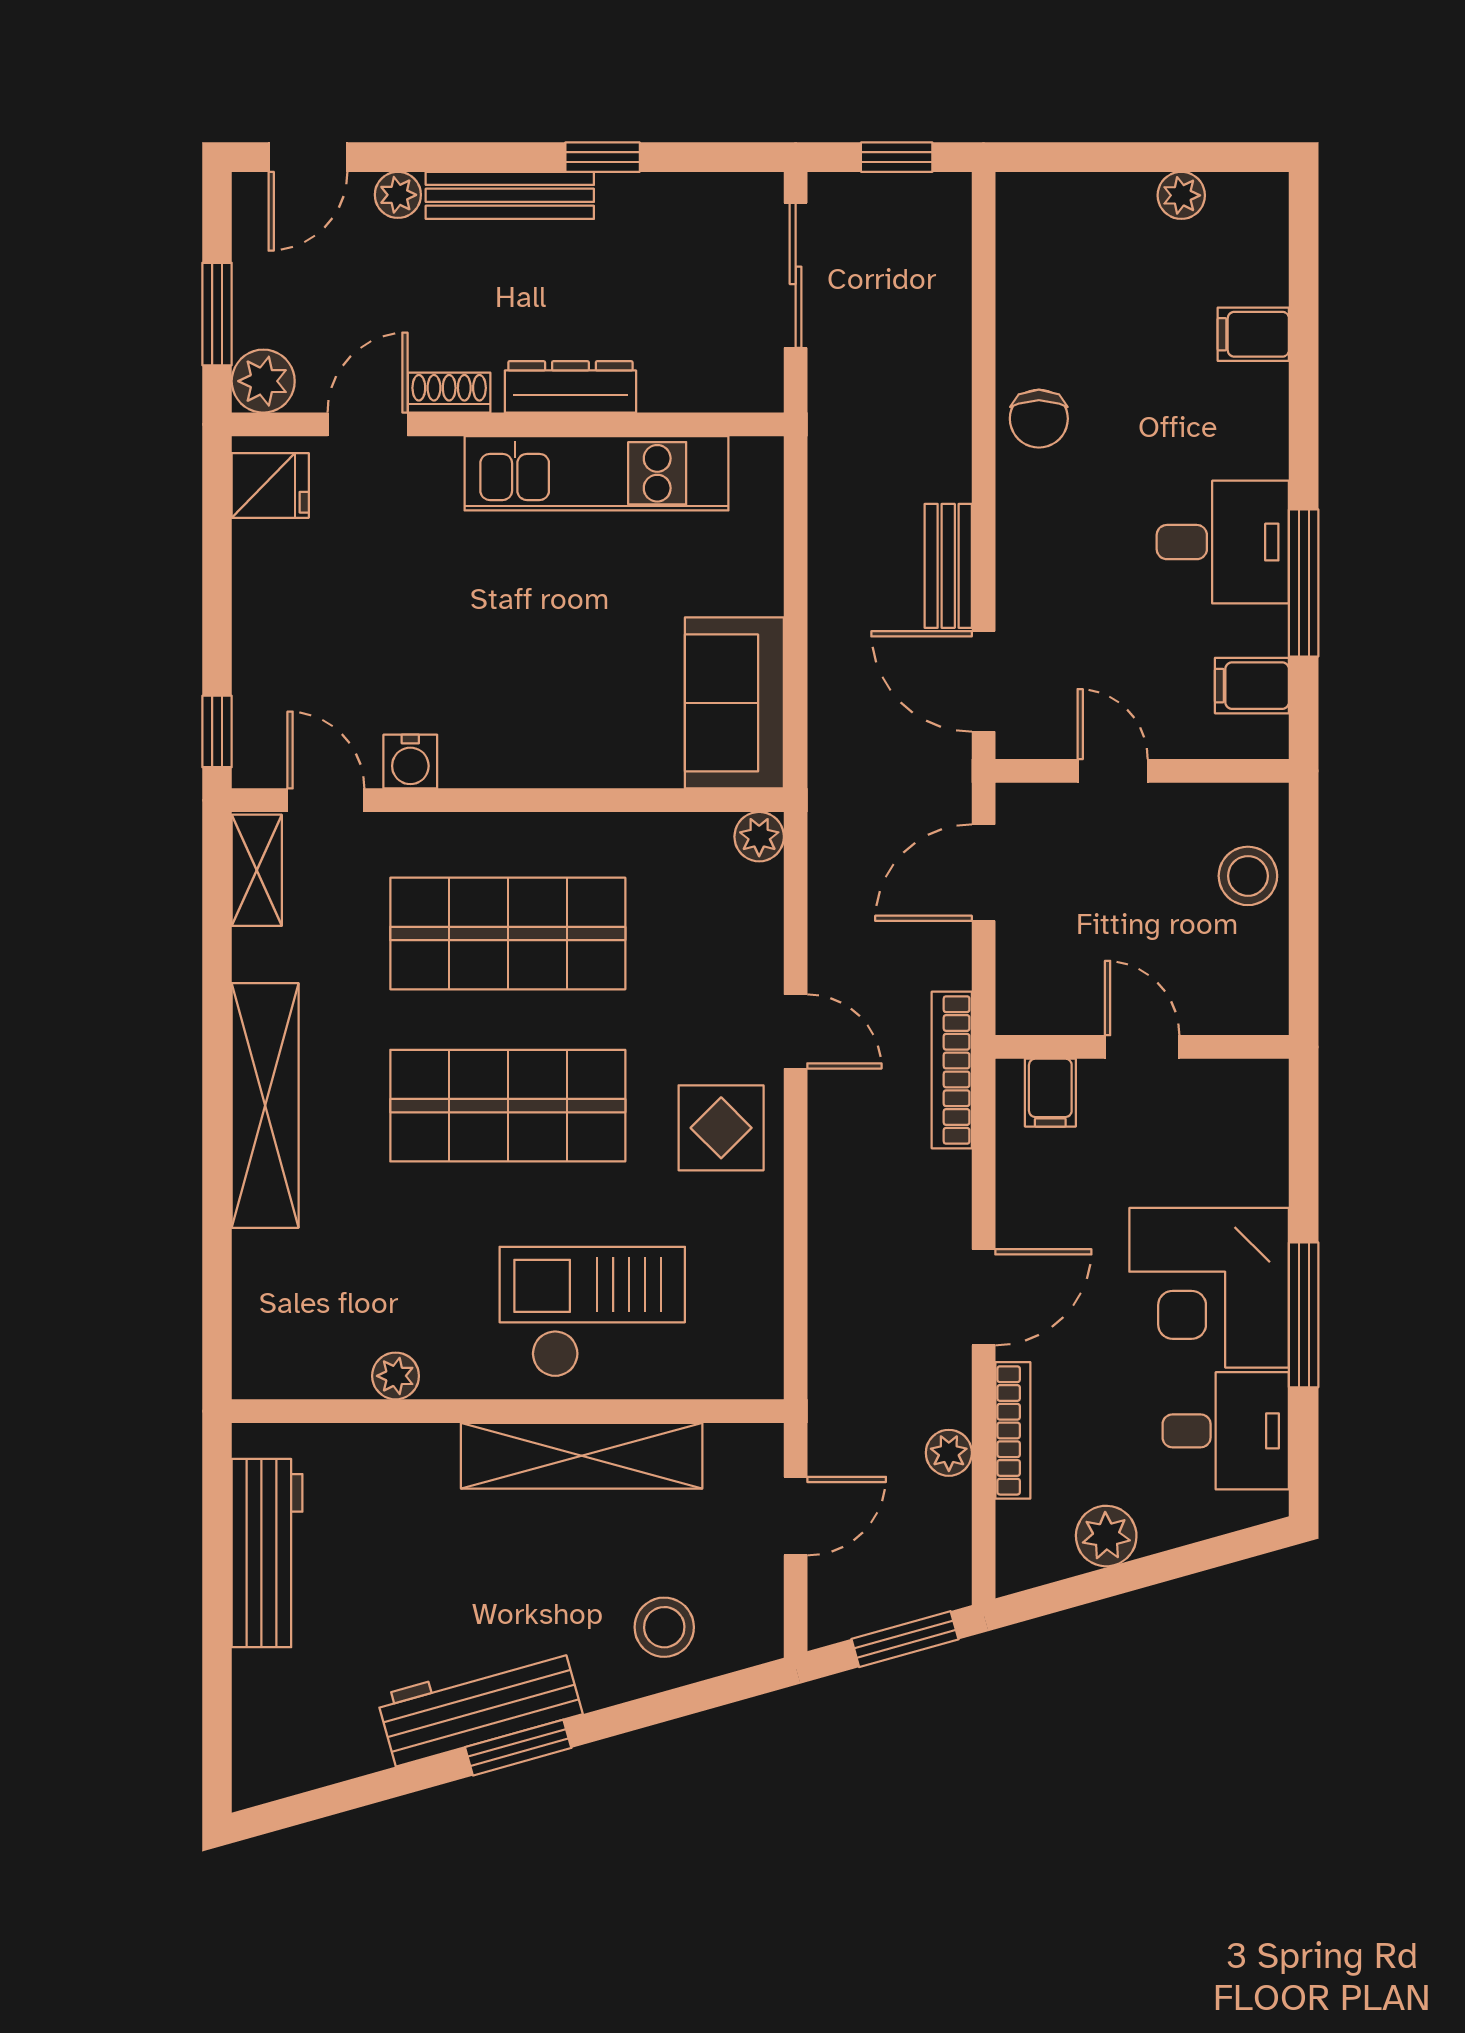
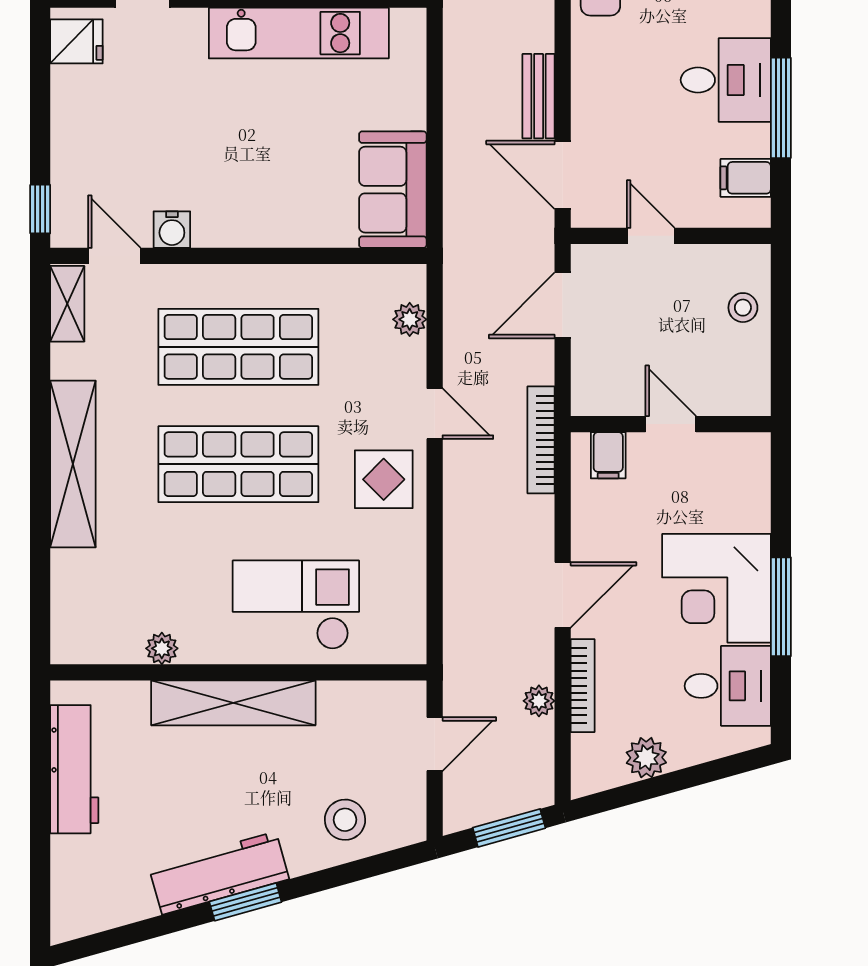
plant: (759, 837) -> (410, 319), moved
stool: (1248, 876) -> (743, 308), width x0.73, depth x0.73
shelving: (582, 1456) -> (233, 703), moved

